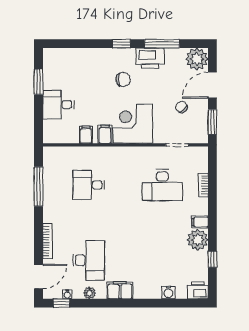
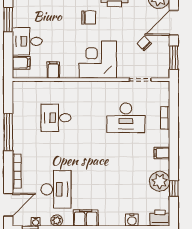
filing cabinet: (105, 134) -> (21, 63), moved, turned 90
window: (38, 187) -> (8, 132), moved
plant: (198, 240) -> (160, 181), moved

